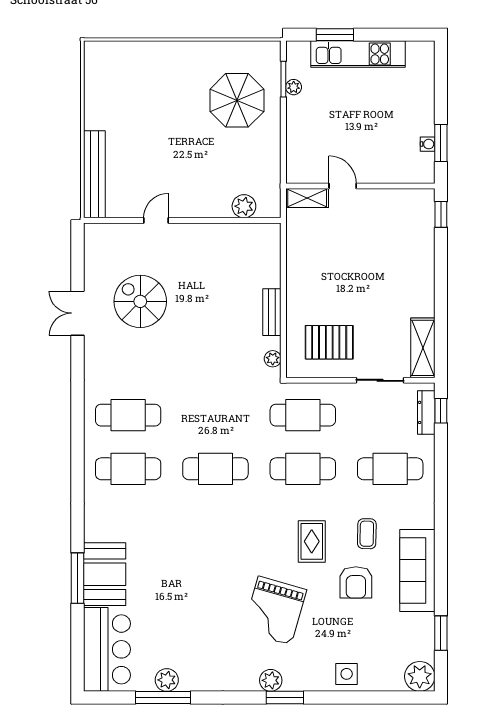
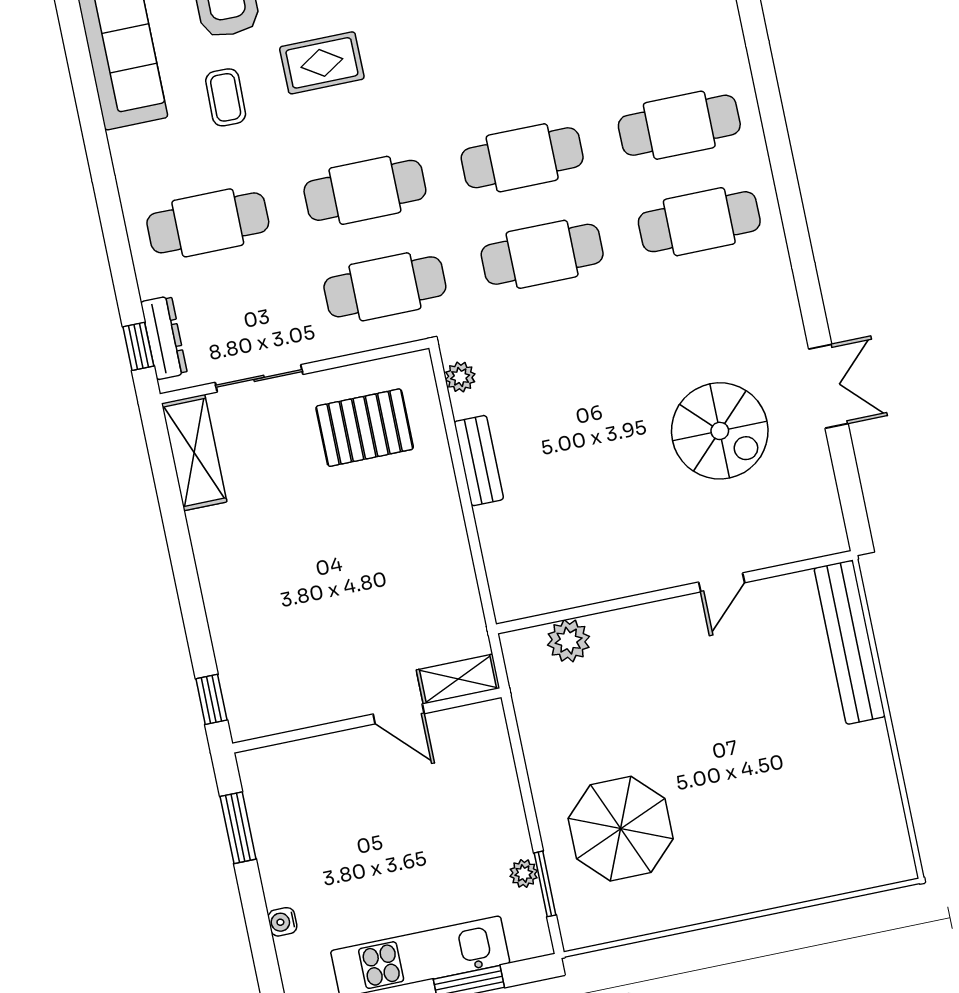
water cooler: (428, 144) -> (282, 922), moved
cafe table: (215, 415) -> (542, 254), added
rug: (312, 541) -> (322, 63), turned 90

